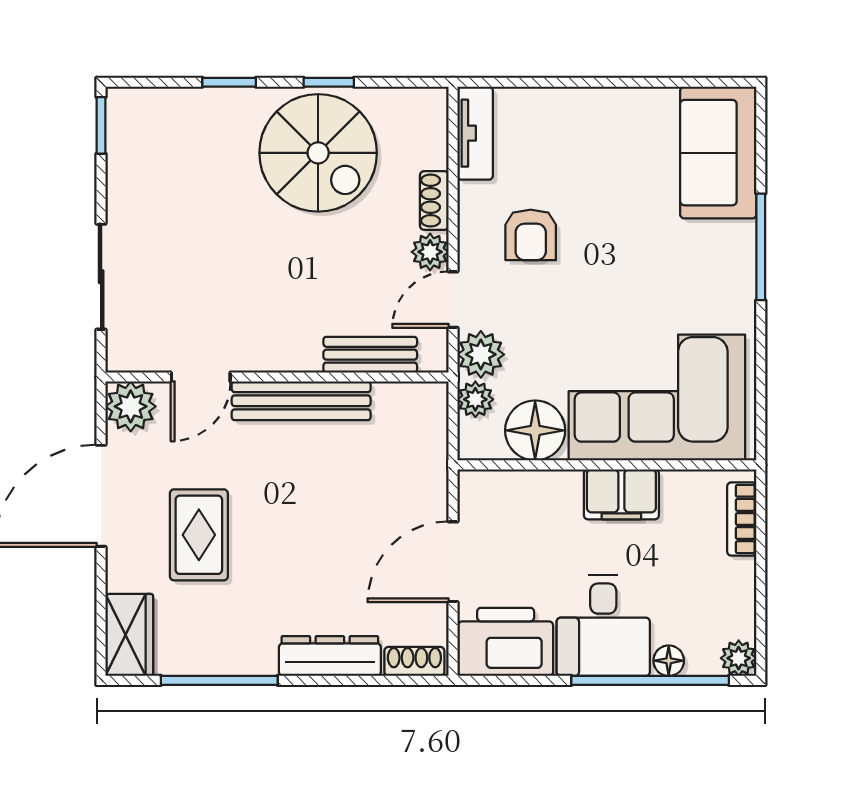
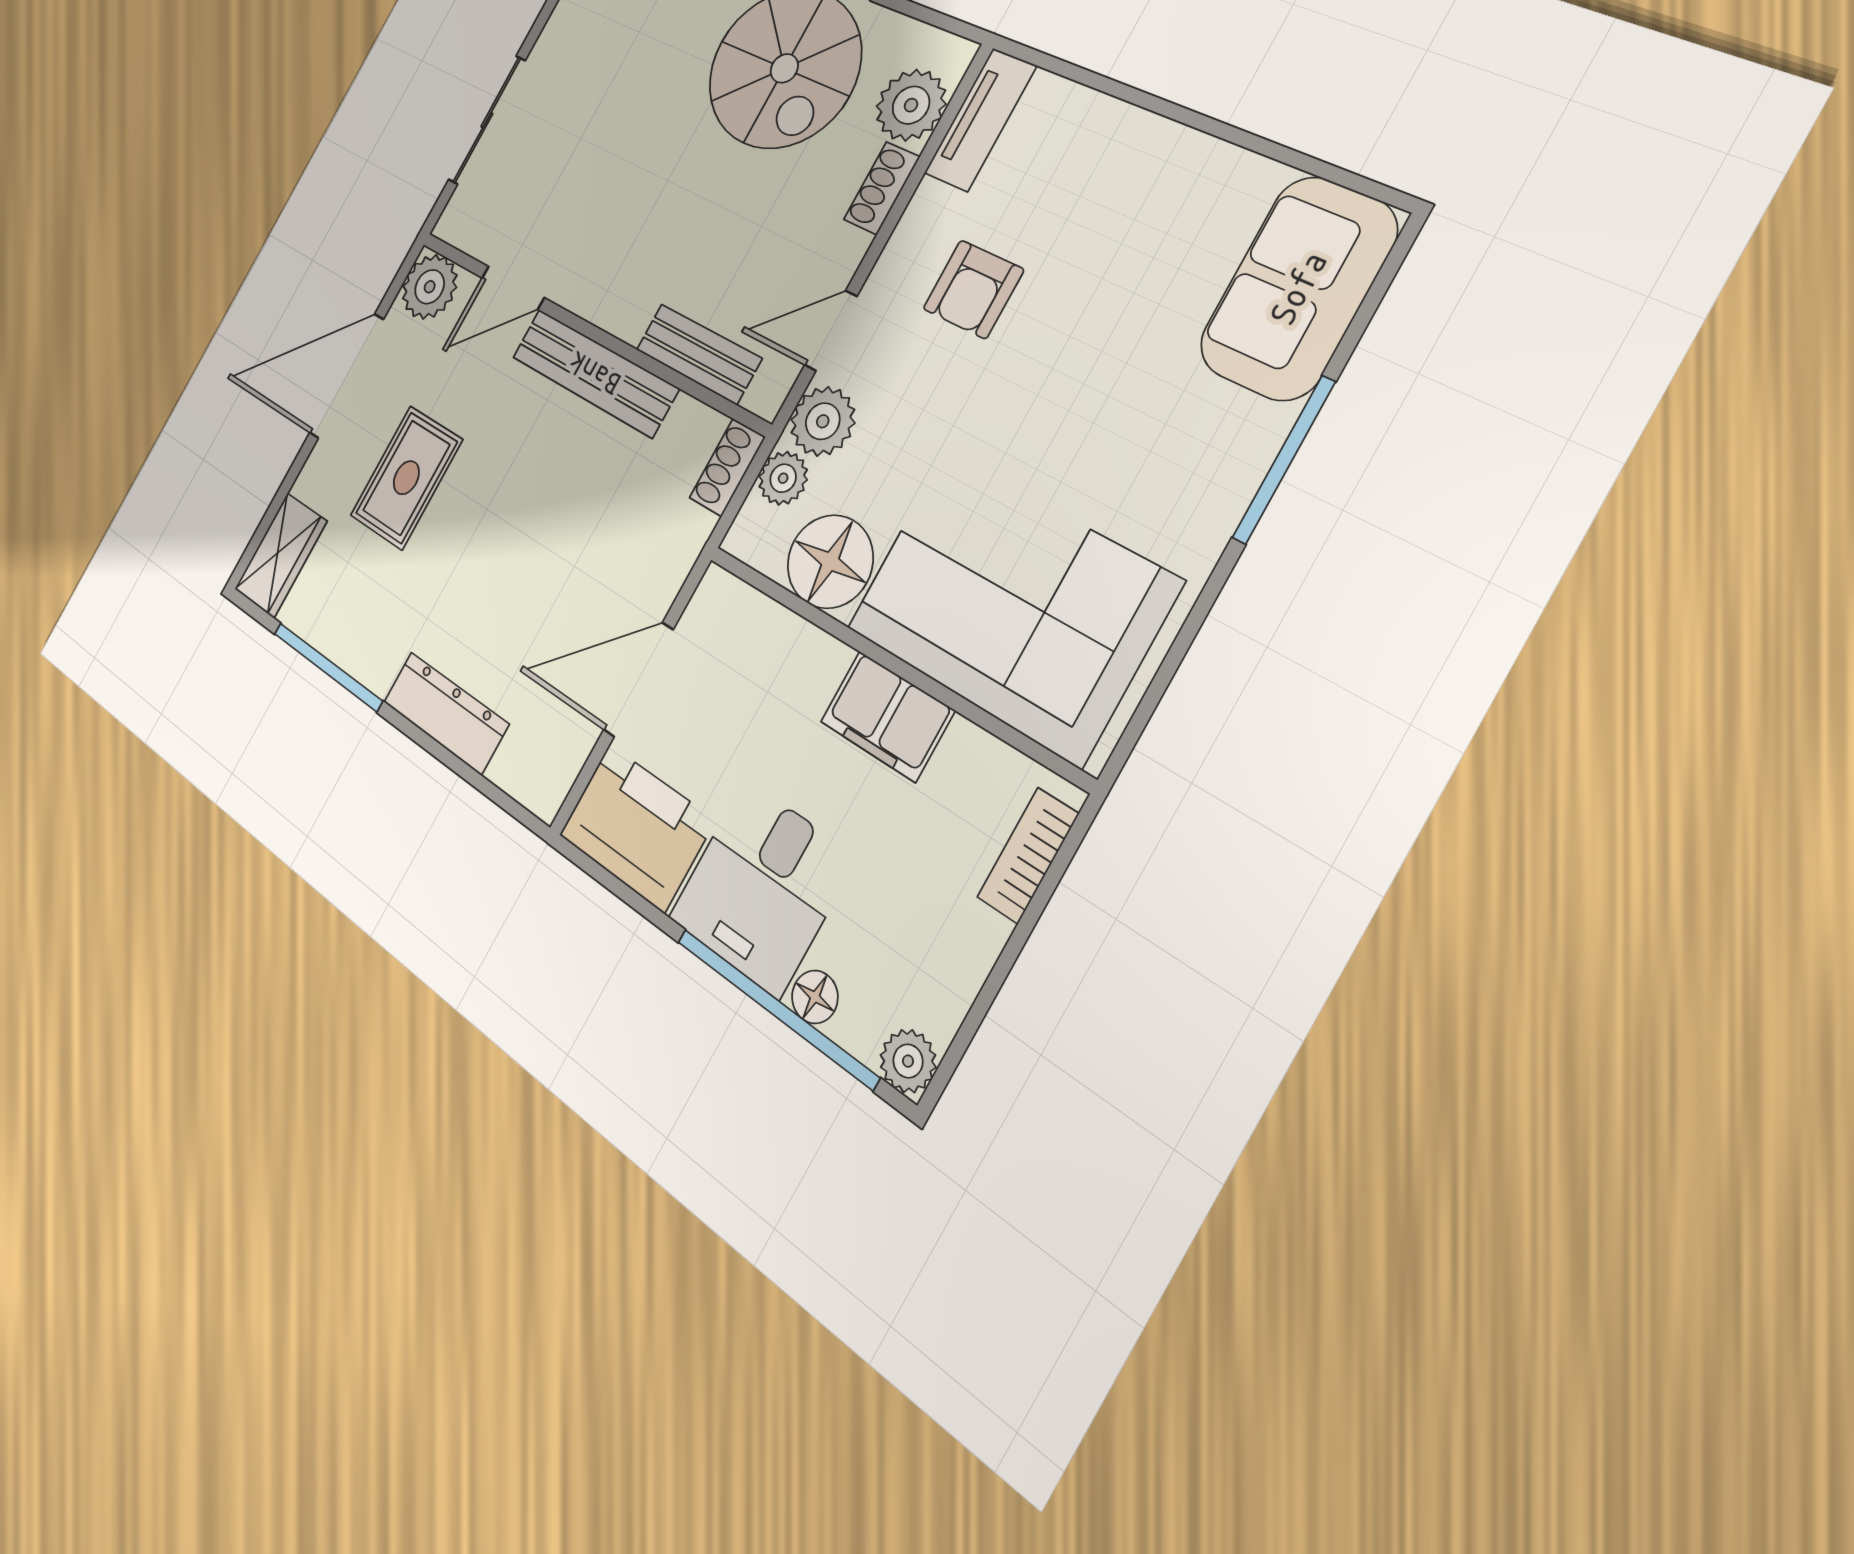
plant: (430, 252) -> (911, 105), moved, width x1.38, depth x1.38
shoe rack: (414, 661) -> (727, 468), moved, turned -90

